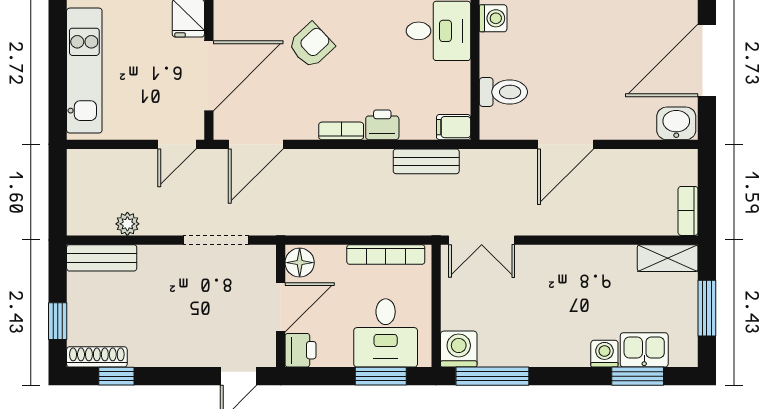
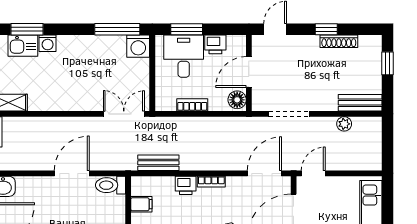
toilet: (503, 92) -> (110, 185), moved
filing cabinet: (454, 127) -> (141, 204), moved
bookcase: (386, 254) -> (192, 105), width x0.64
printer: (300, 350) -> (215, 44), moved, turned -90
shoe rack: (97, 357) -> (339, 41), moved
window: (116, 376) -> (326, 29), moved

